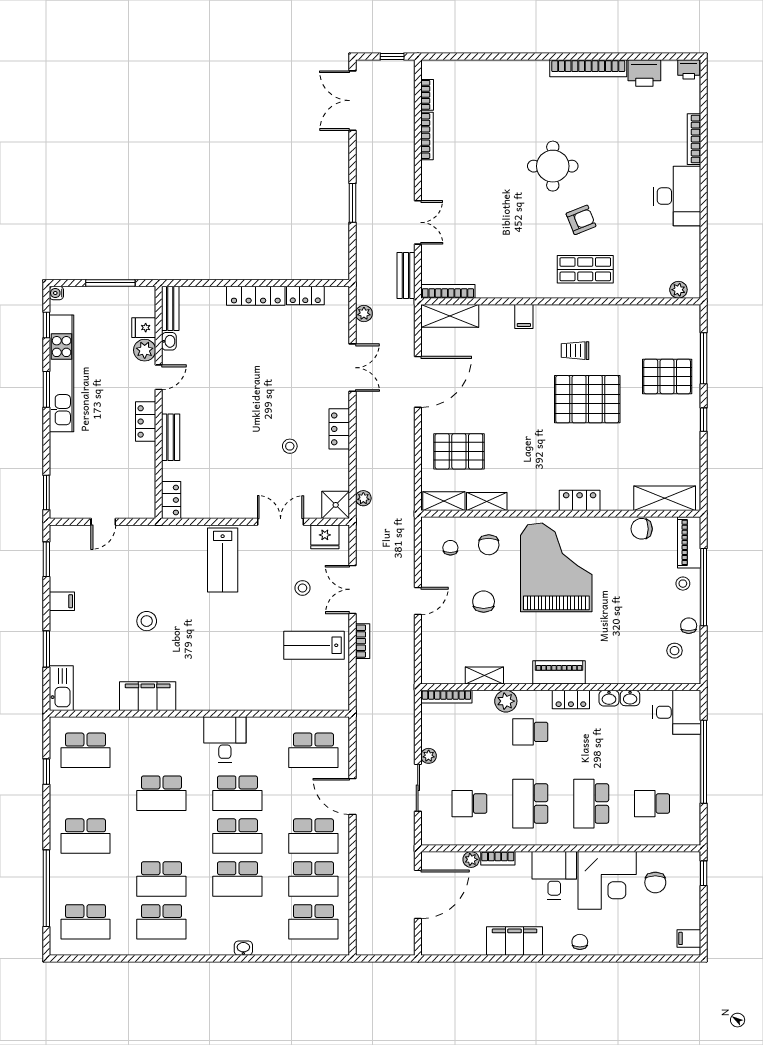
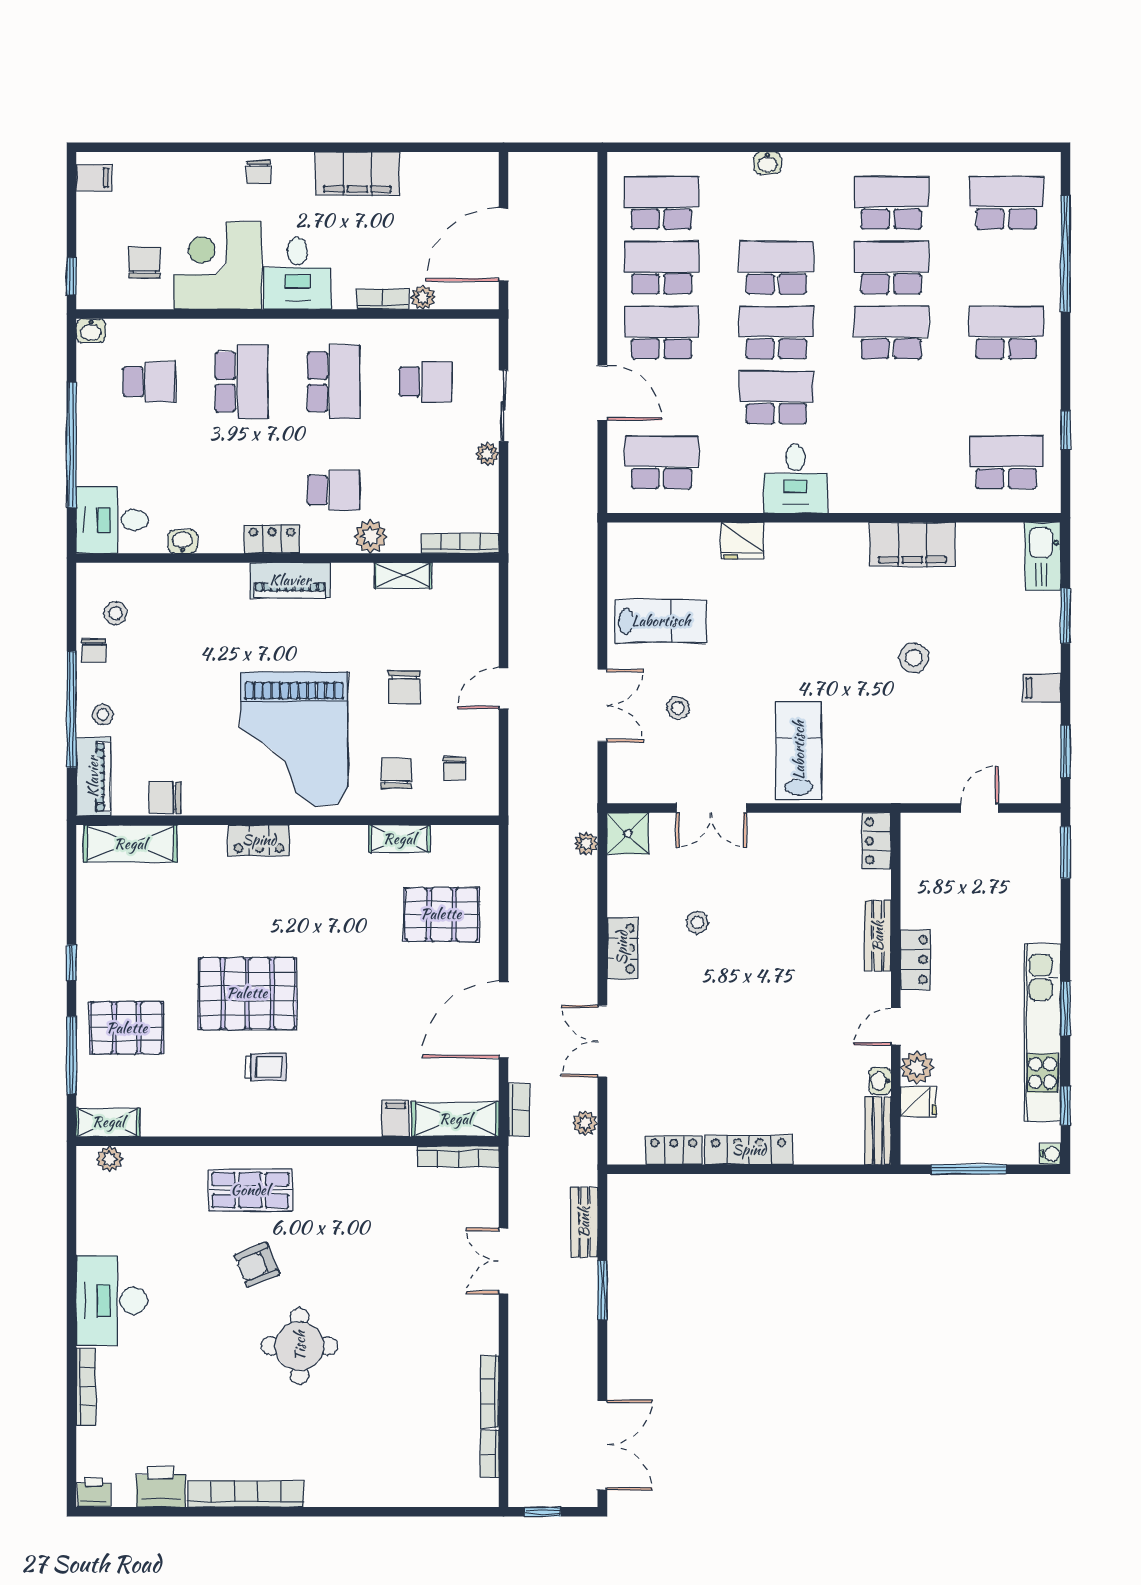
bench: (406, 275) -> (584, 1222), moved
filing cabinet: (524, 317) -> (396, 1118), moved
shelving: (444, 501) -> (108, 1122), moved
chair: (642, 529) -> (165, 797), turned 180
fridge: (325, 537) -> (742, 541), moved, turned 180
bookcase: (363, 641) -> (519, 1110), moved, turned 180
washbasin: (609, 698) -> (91, 331), moved, turned 180
school desk: (161, 793) -> (891, 333), moved

